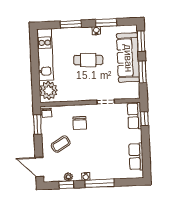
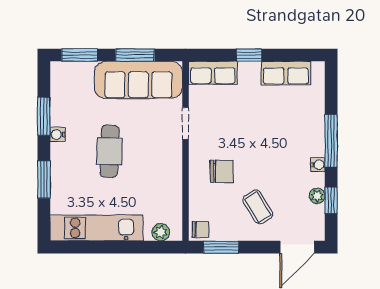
sofa: (128, 58) -> (138, 80), moved
plant: (49, 90) -> (161, 232), width x0.53, depth x0.53
window: (144, 119) -> (249, 55), moved

